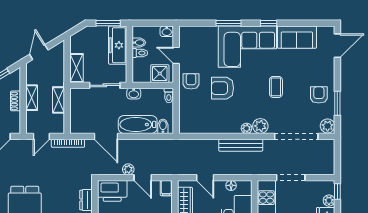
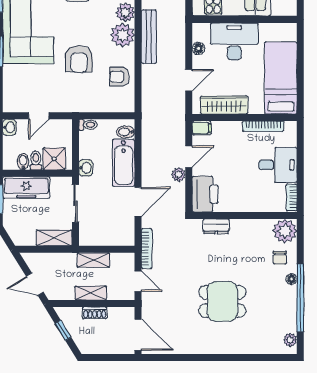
shower: (160, 74) -> (54, 159), moved
armchair: (191, 81) -> (120, 77), moved
plant: (246, 128) -> (123, 35), width x1.88, depth x1.88

